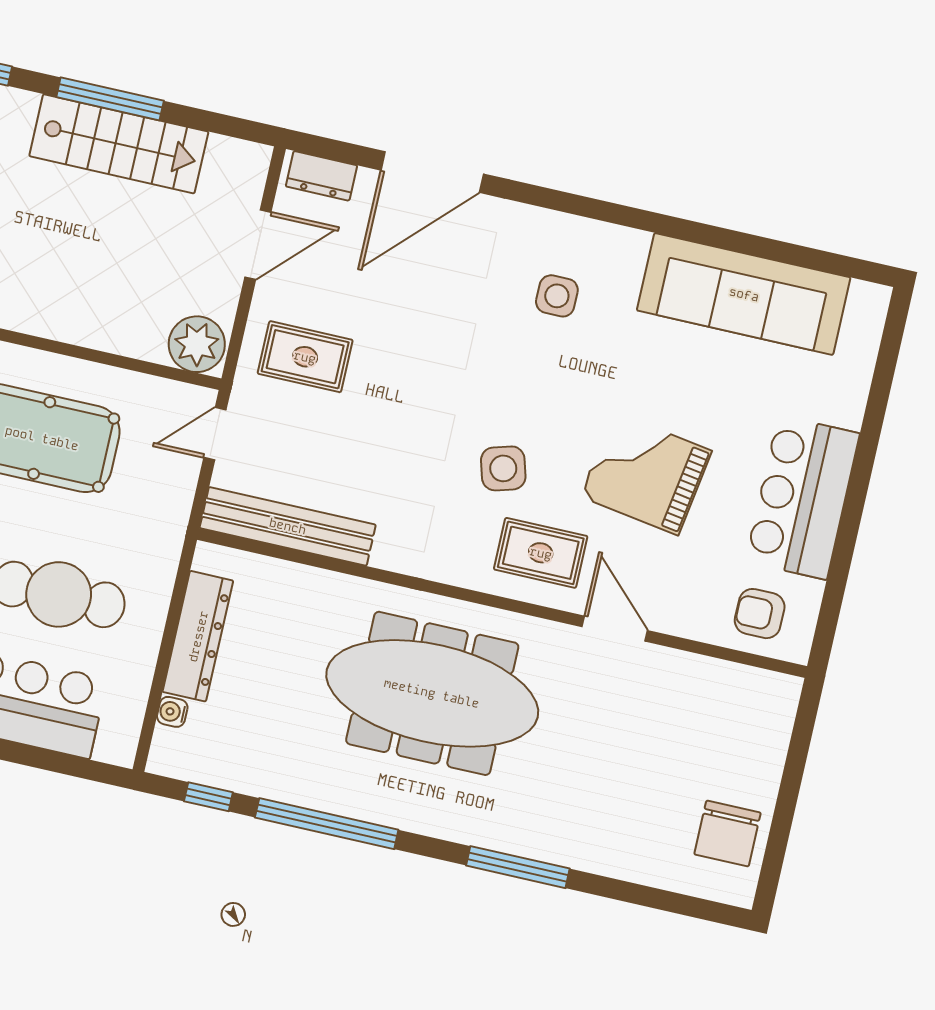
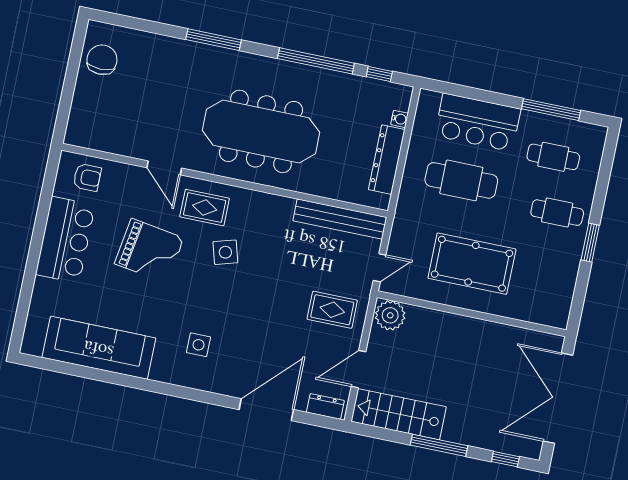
stairs: (119, 144) -> (399, 414), moved

